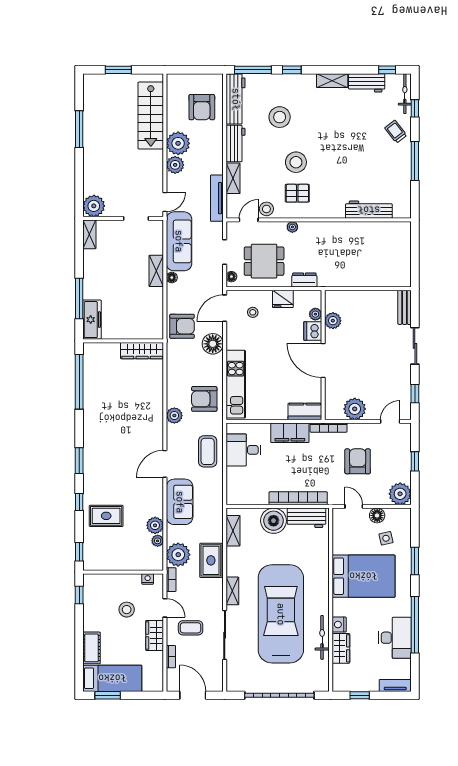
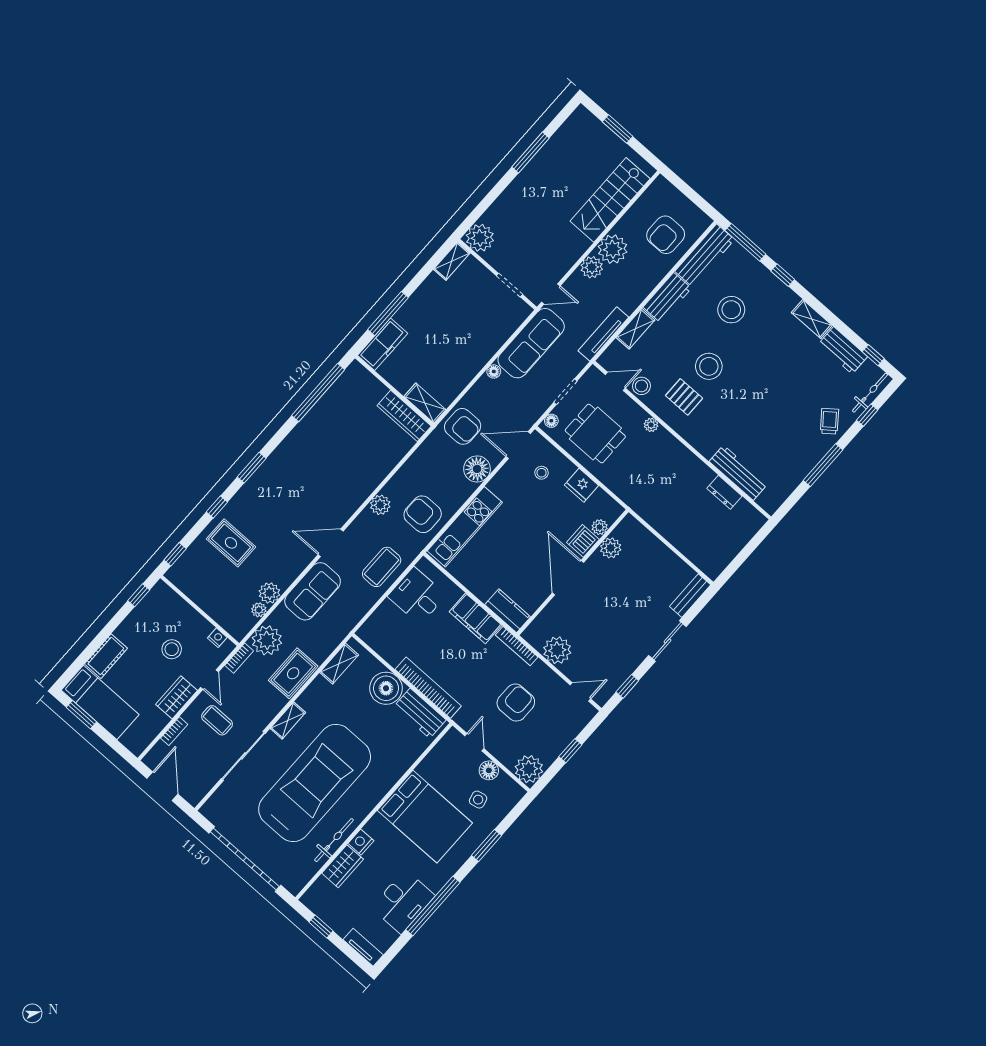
shelving: (156, 271) -> (425, 403), moved, turned 90
dresser: (304, 280) -> (724, 492), moved, turned 180

